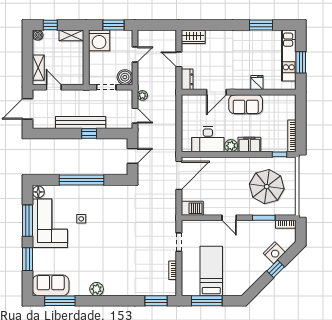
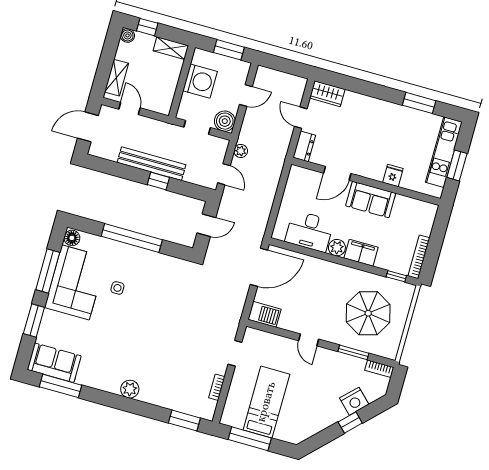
washing machine: (99, 40) -> (200, 81), moved, turned -90
plant: (97, 289) -> (130, 389), moved

